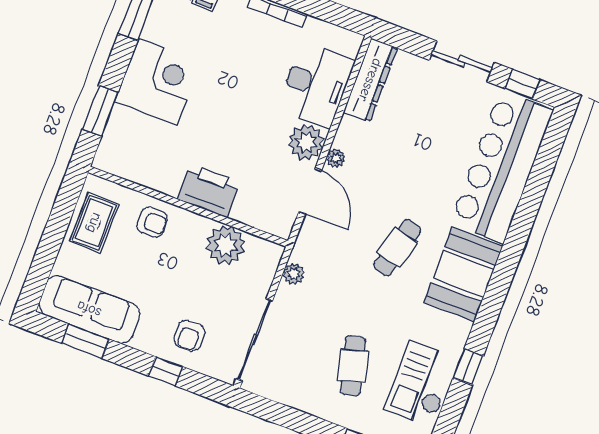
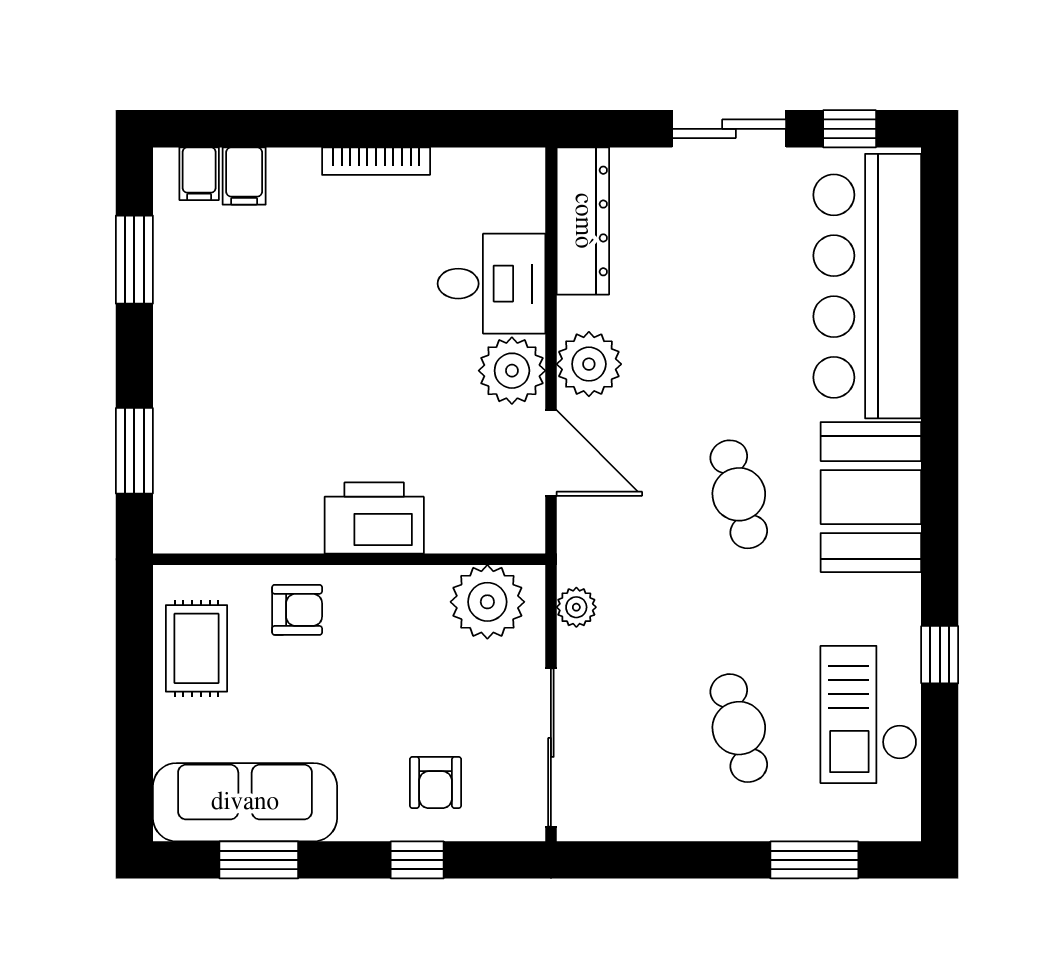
corner desk: (158, 82) -> (215, 363), removed
desk: (316, 85) -> (492, 284), width x0.73
plant: (336, 158) -> (589, 364), width x1.88, depth x1.88
plant: (226, 245) -> (487, 602), moved
cafe table: (397, 248) -> (739, 494), turned -30

